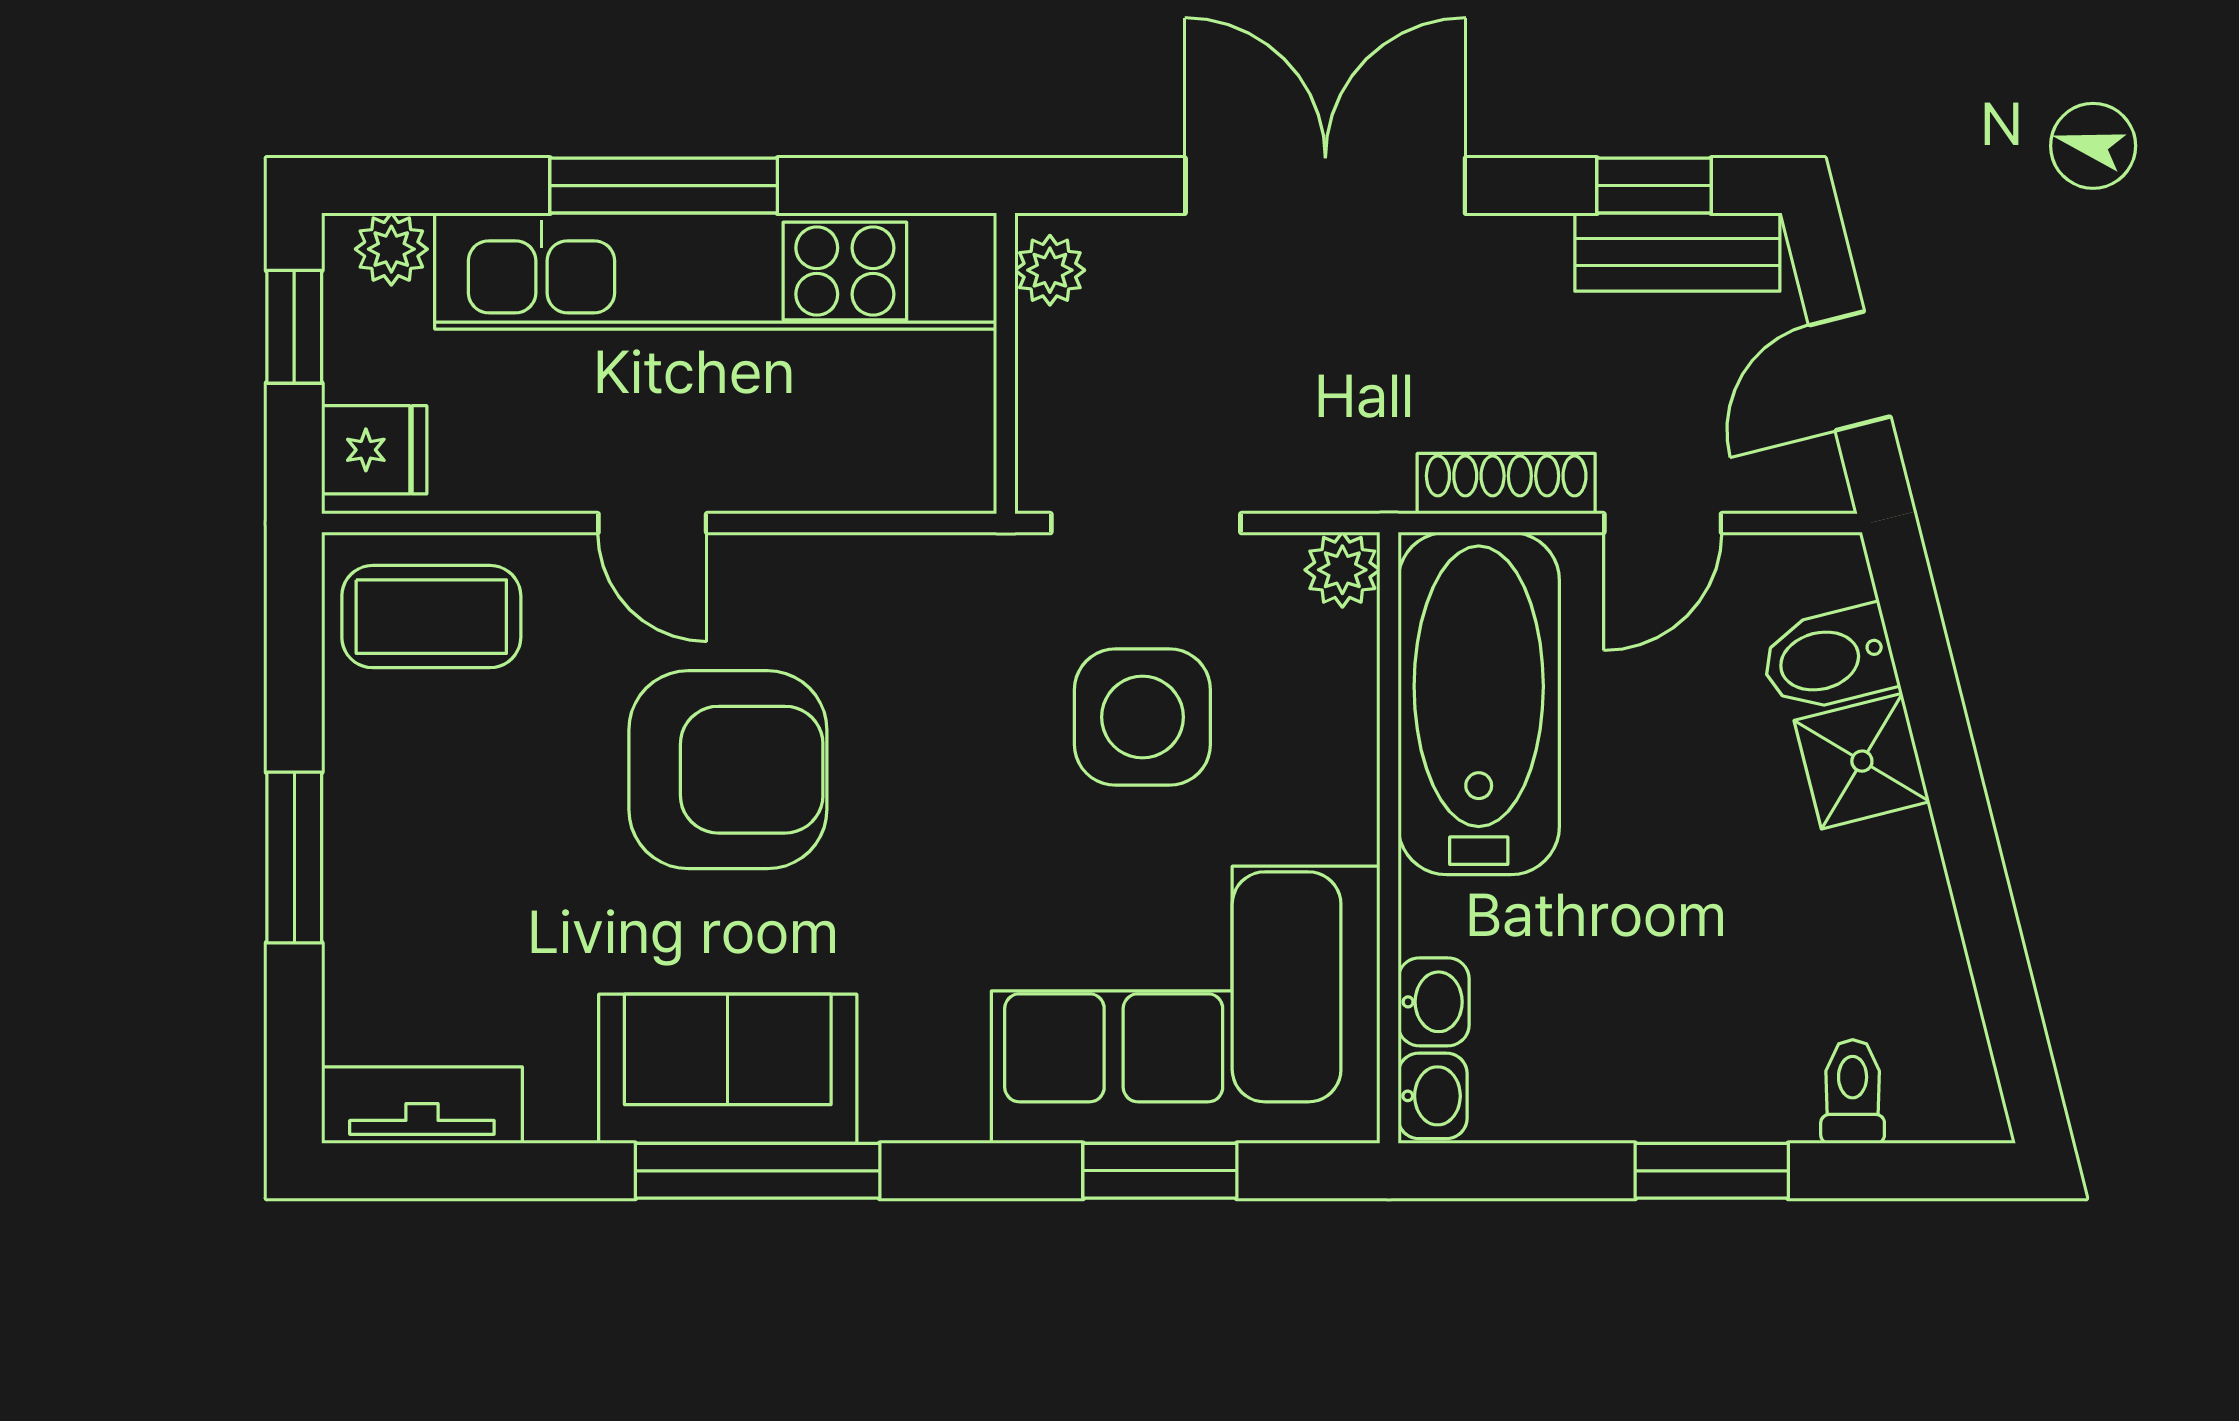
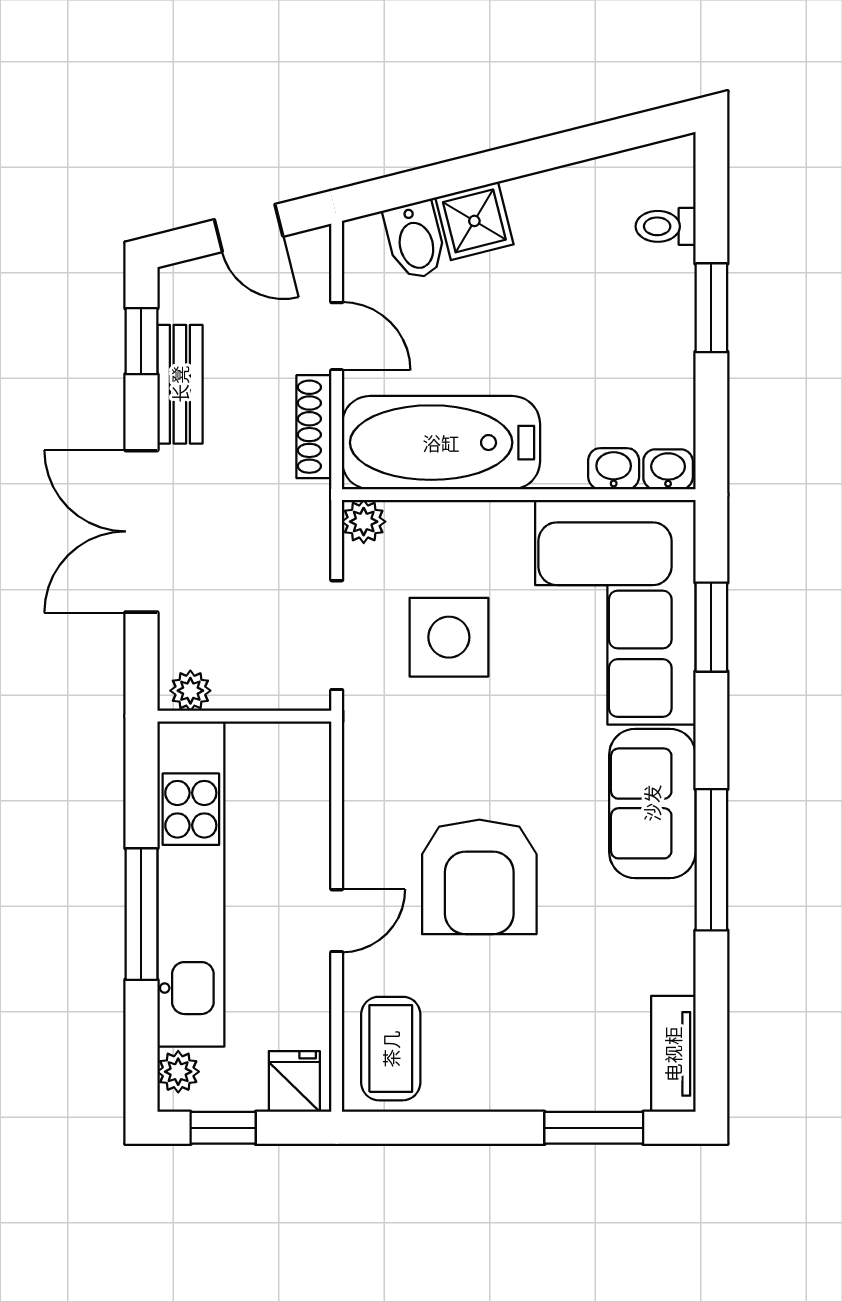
bench: (1677, 252) -> (180, 384), moved
armchair: (728, 770) -> (479, 877), turned 180
window: (294, 858) -> (594, 1128), moved
sofa: (728, 1069) -> (652, 803), moved

